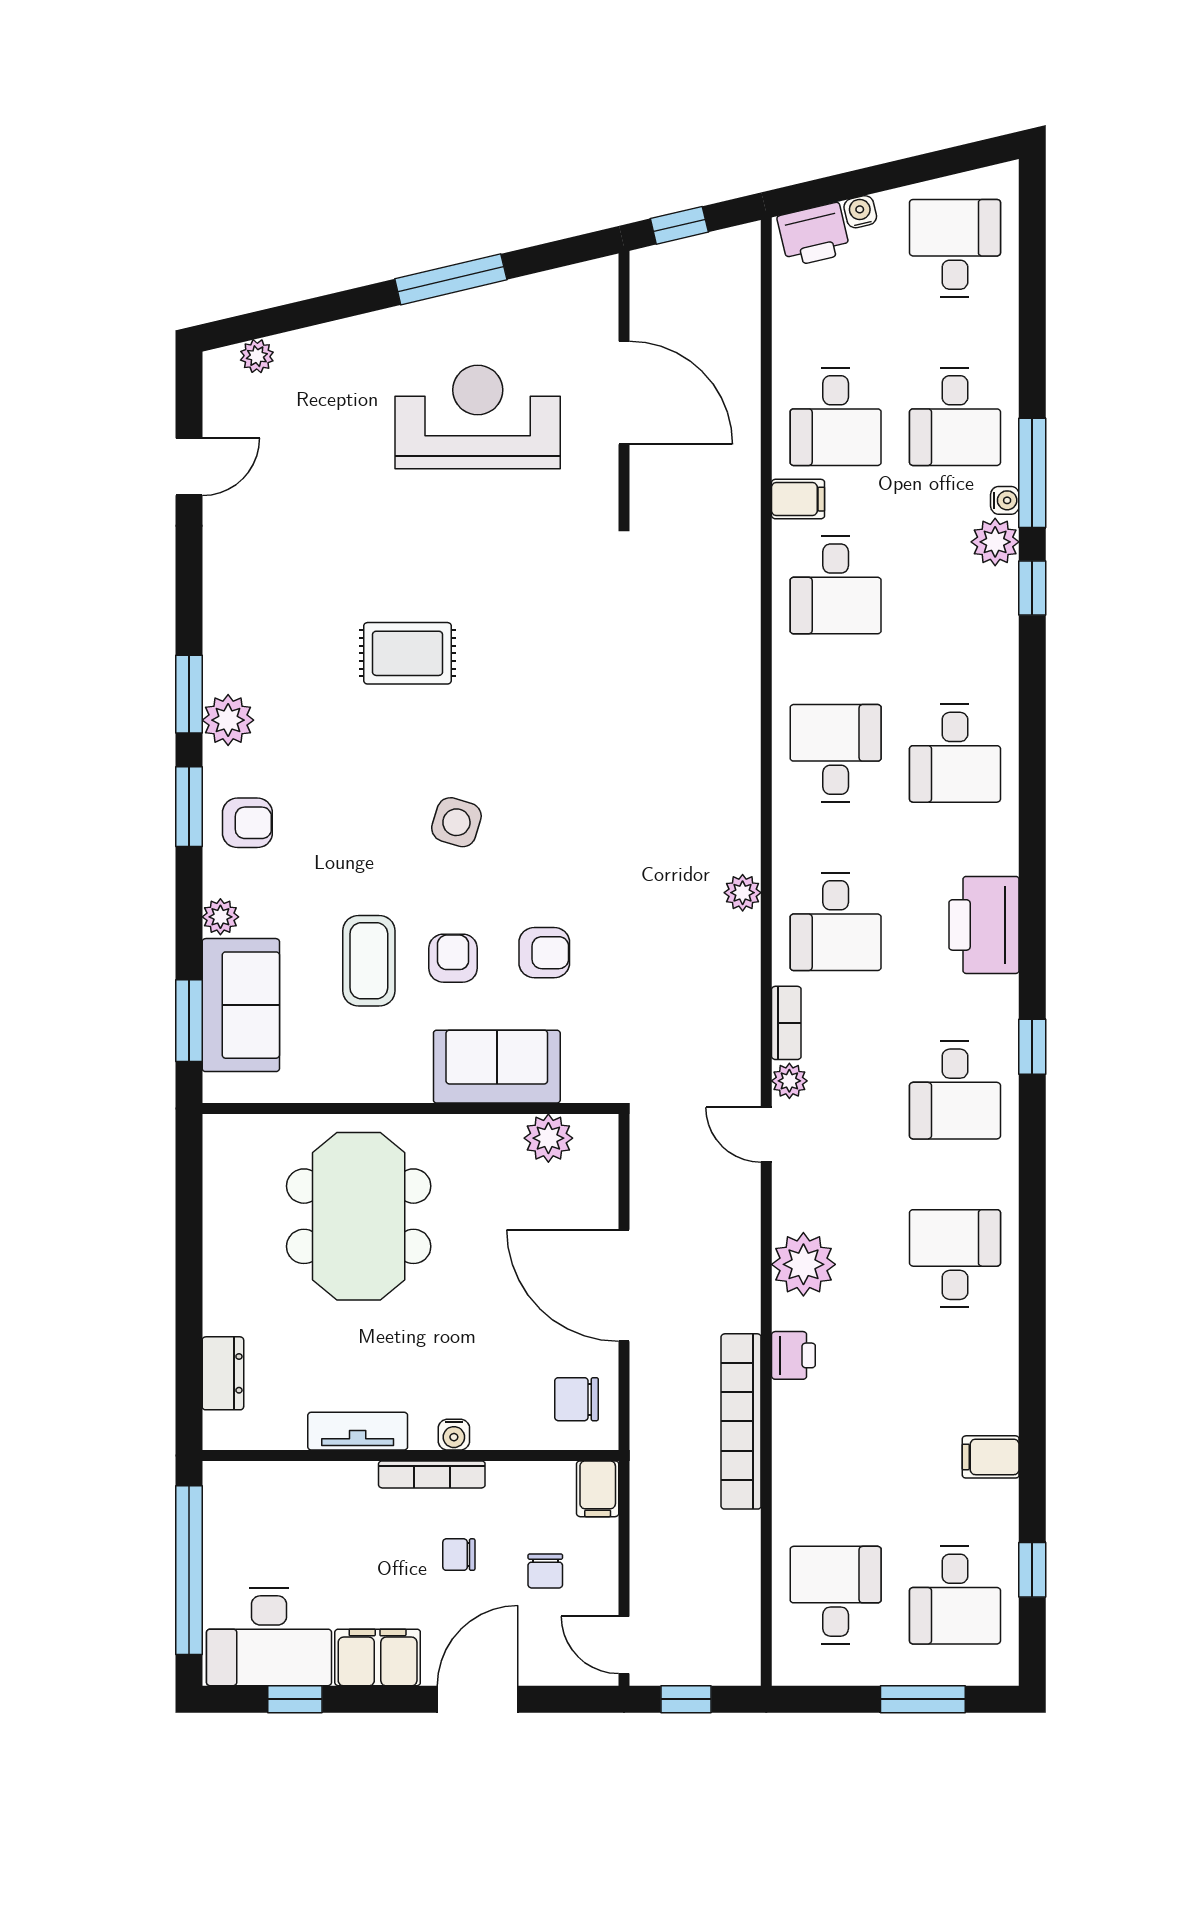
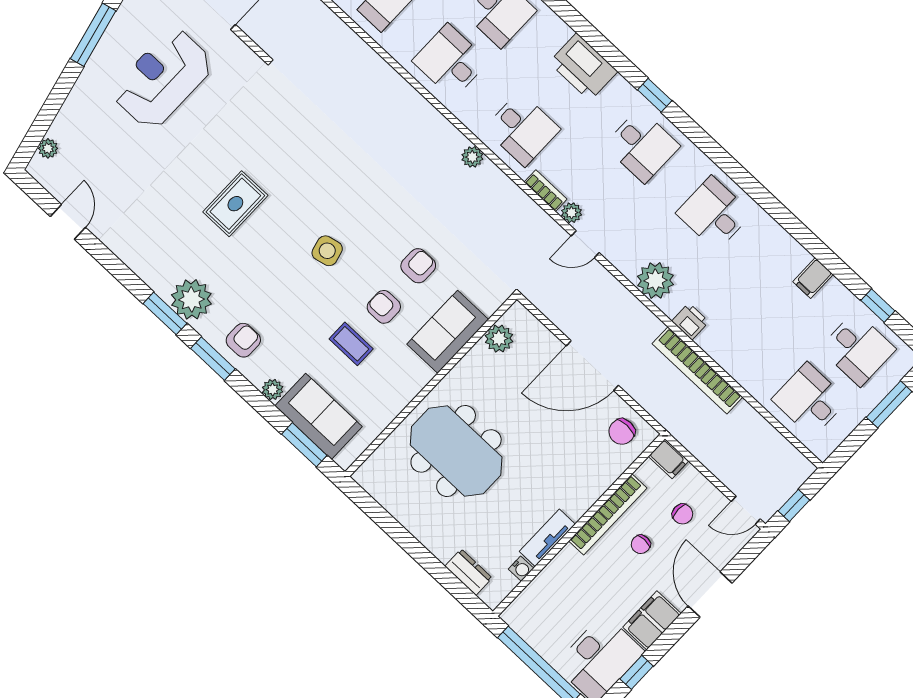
plant: (228, 720) -> (191, 299), width x1.36, depth x1.36
side table: (456, 822) -> (327, 251), turned -31
coffee table: (369, 961) -> (351, 344), width x0.73, depth x0.77
water cooler: (454, 1435) -> (521, 569), moved
bookcase: (432, 1474) -> (608, 514), width x1.48, depth x1.31

